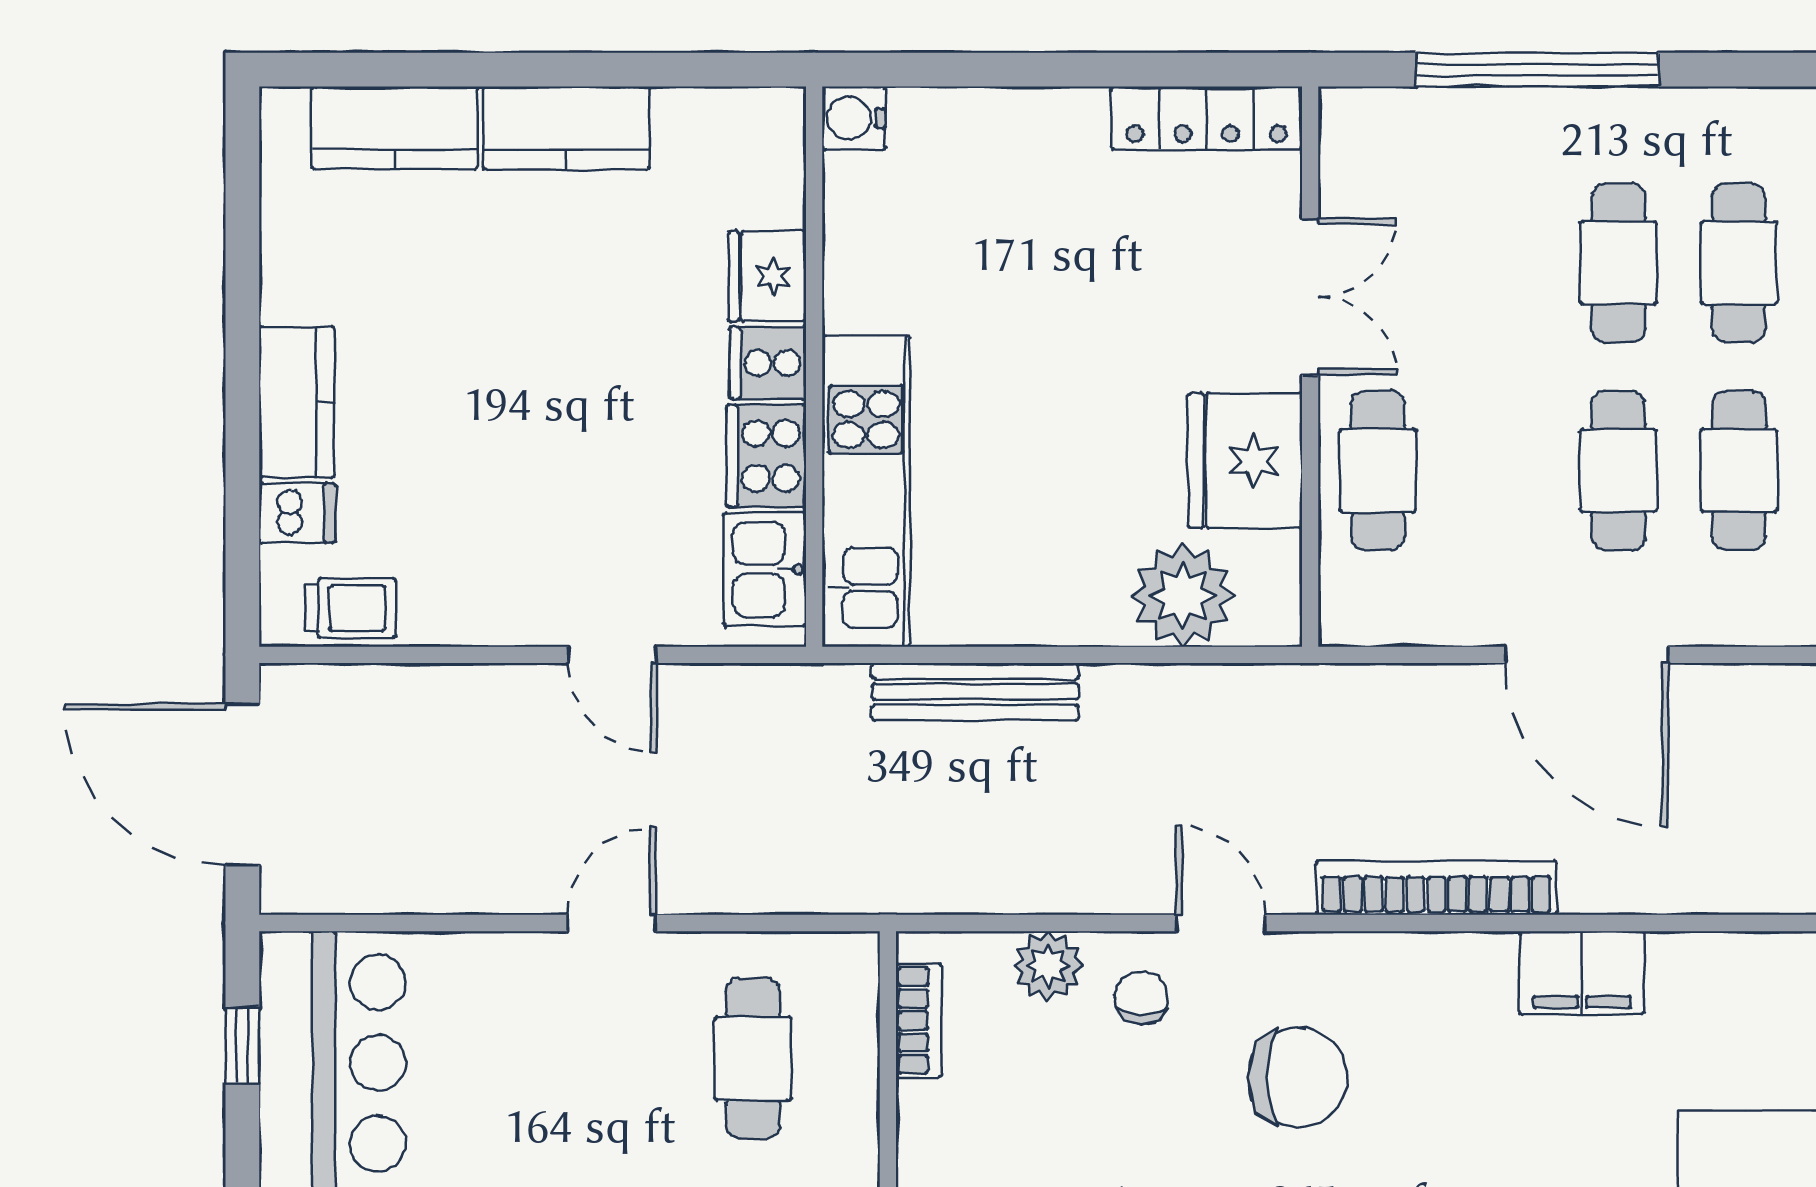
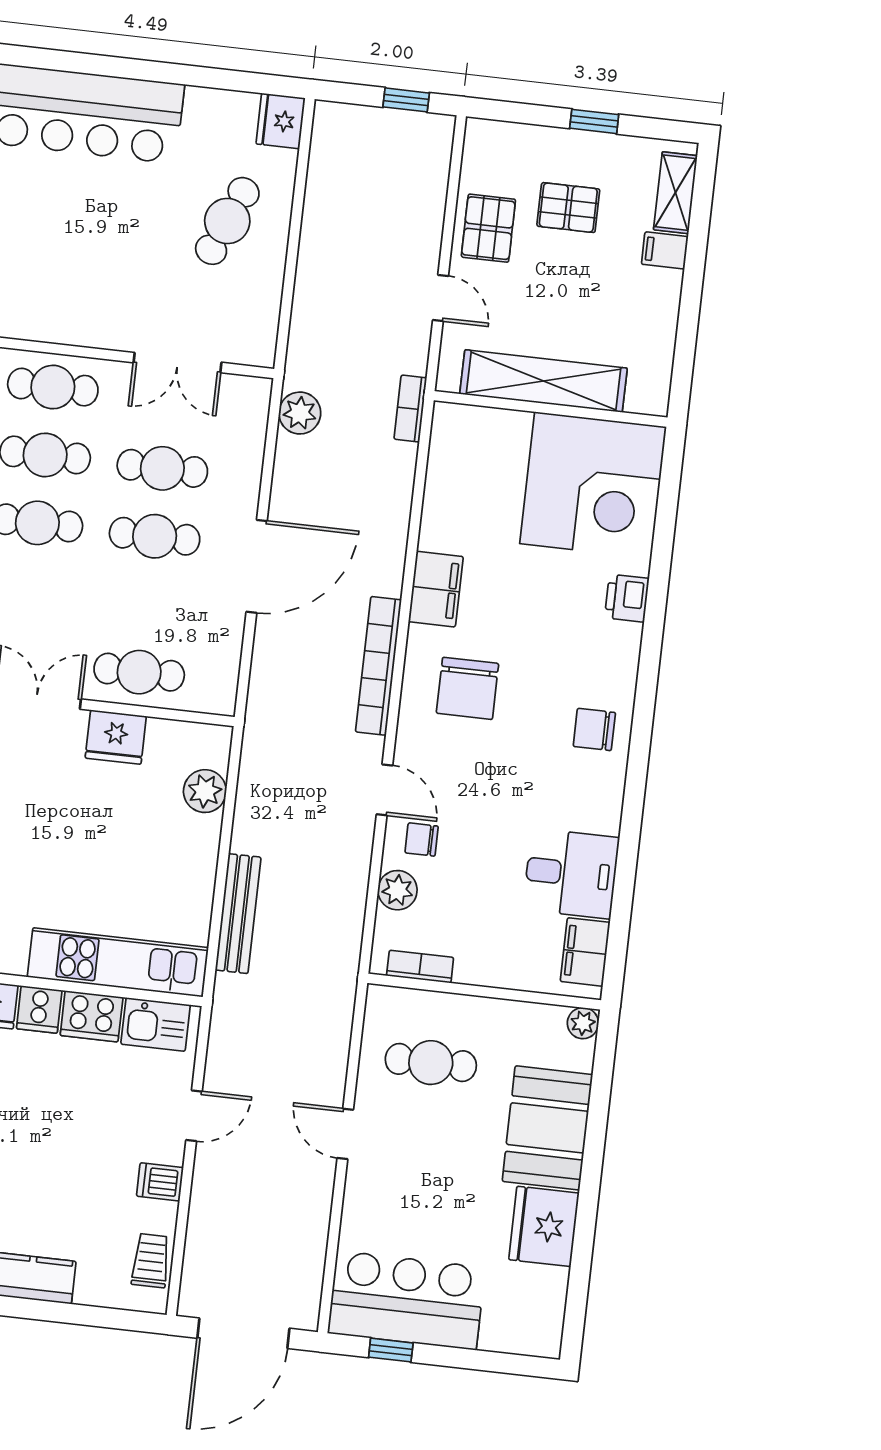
fridge: (1245, 460) -> (116, 737), width x0.73, depth x0.75
dishwasher: (297, 513) -> (160, 1182), moved, turned -90
plant: (1183, 595) -> (205, 791), width x0.73, depth x0.73
door: (1221, 923) -> (384, 790), swing flipped
chair: (1298, 1077) -> (467, 688), moved, turned 180

